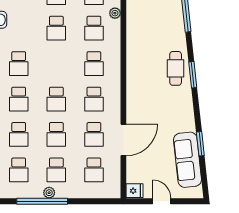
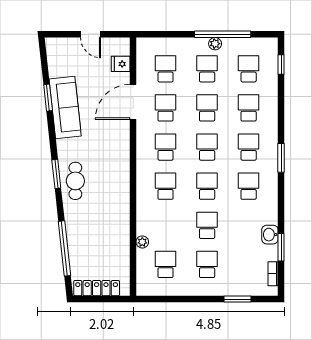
school desk: (94, 28) -> (207, 186), moved
sofa: (187, 160) -> (65, 107), moved
fridge: (134, 191) -> (121, 64), moved

